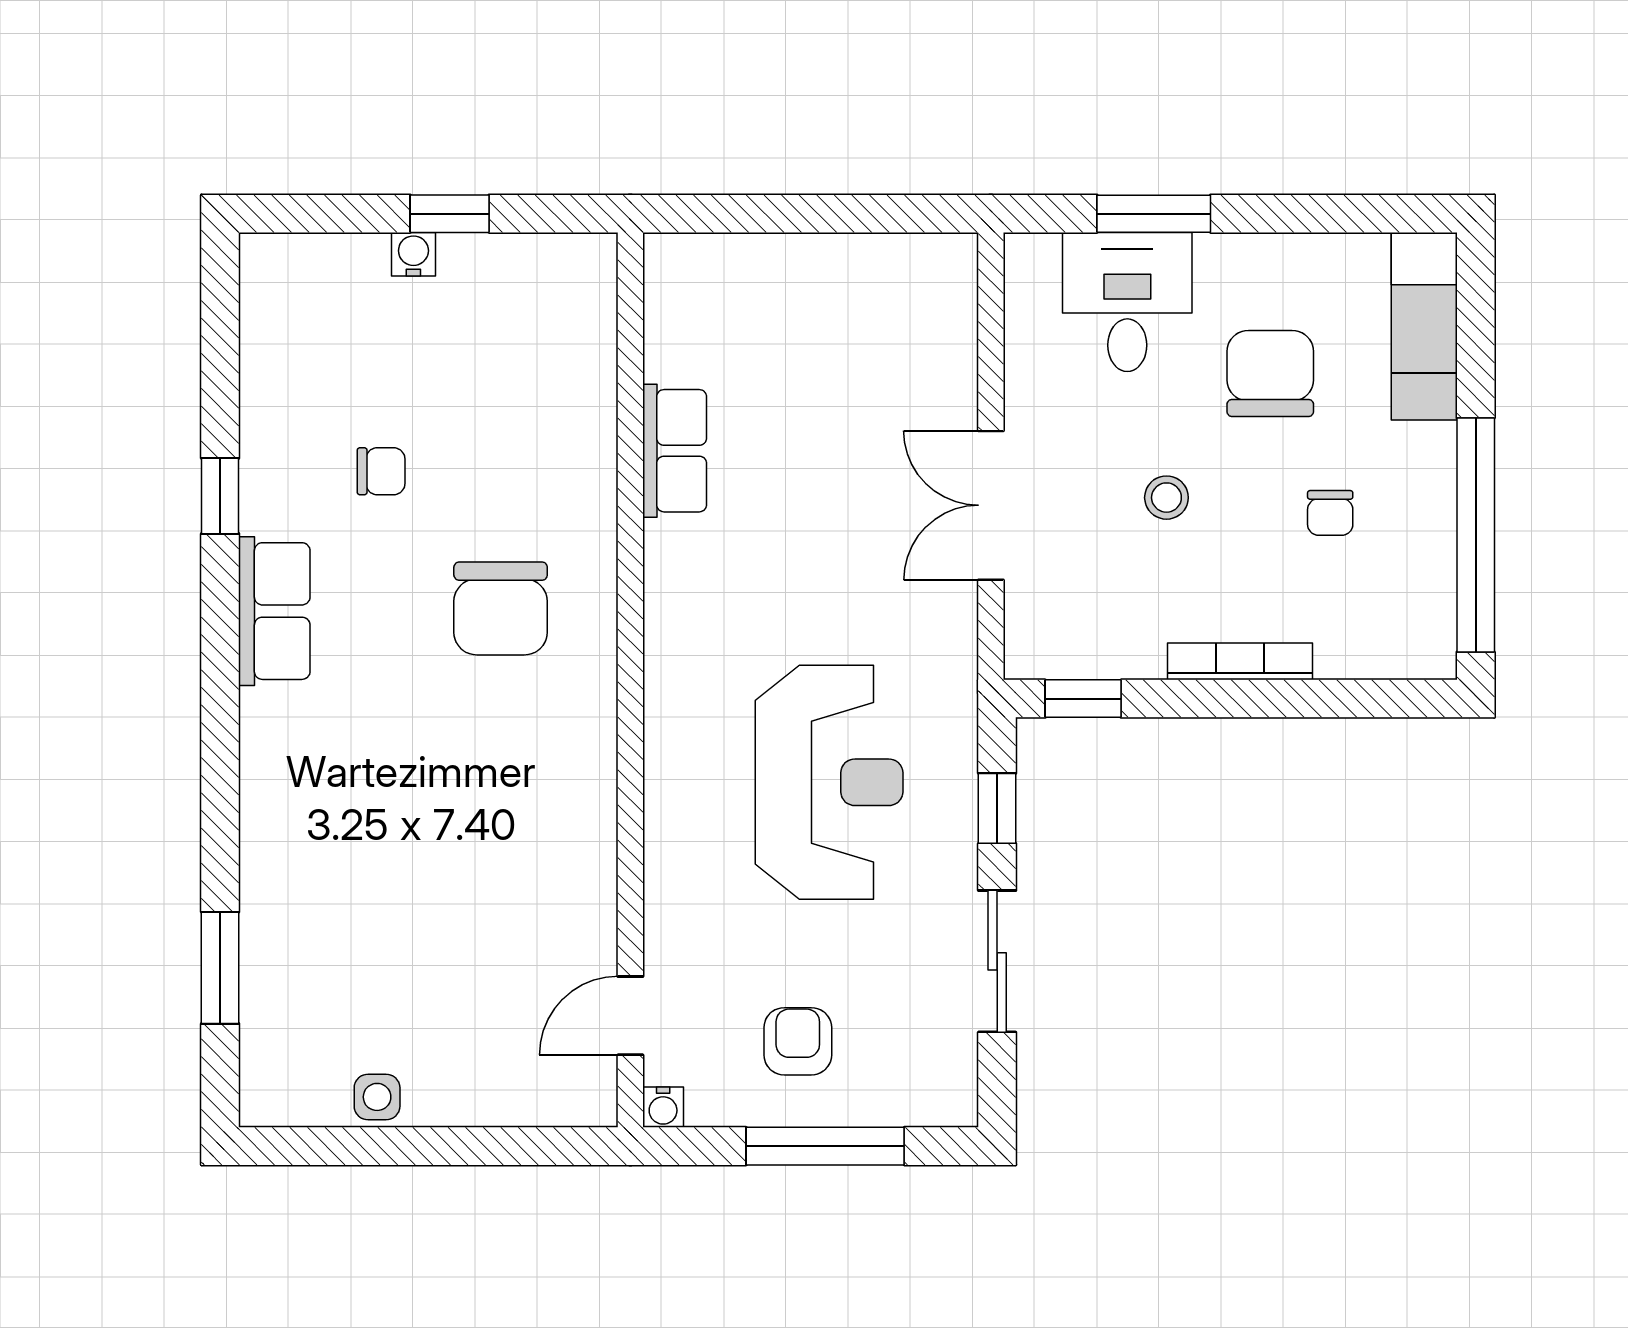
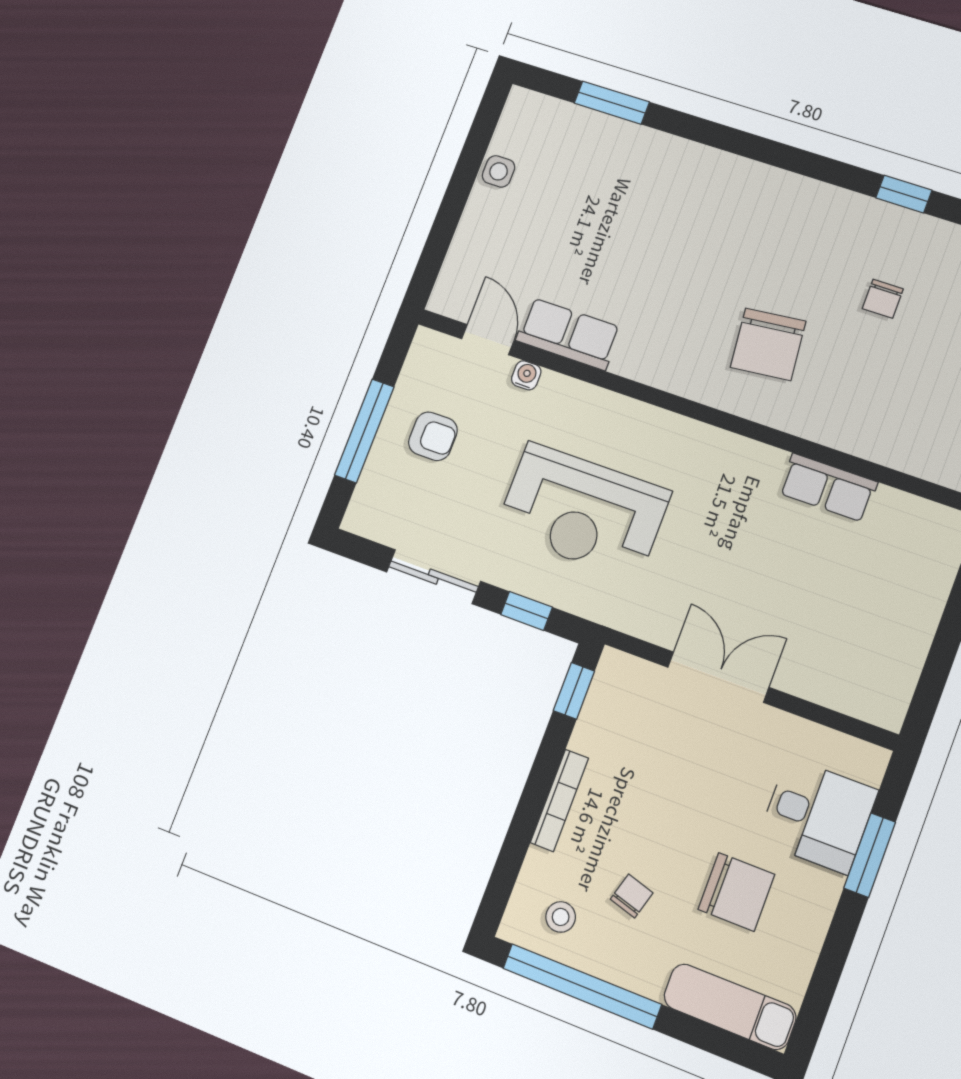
stool: (1166, 498) -> (561, 917), moved
chair: (1330, 513) -> (632, 896), turned 106
chair: (501, 608) -> (768, 344), turned -96
row of seats: (274, 611) -> (568, 334), moved, turned 180
water cooler: (663, 1107) -> (526, 375), moved, turned 90

